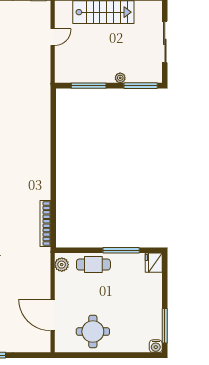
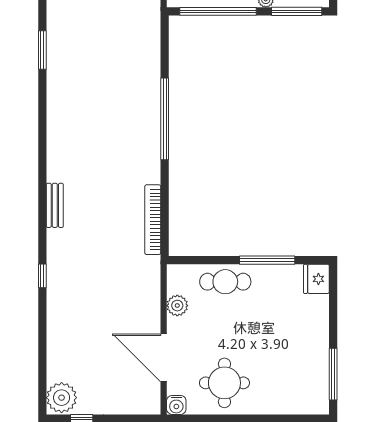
window: (89, 86) -> (218, 11), width x1.46
window: (53, 157) -> (165, 119), added
plant: (62, 265) -> (177, 306), moved
water cooler: (156, 346) -> (176, 405), moved

